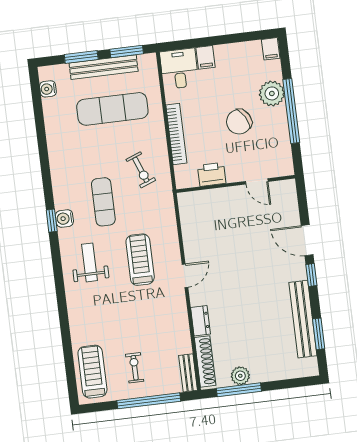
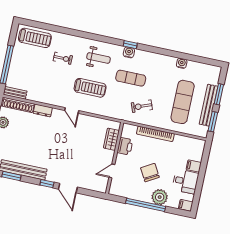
desk: (179, 69) -> (185, 181), moved
water cooler: (48, 89) -> (182, 63), moved
wardrobe: (208, 199) -> (111, 139), added
door: (307, 240) -> (68, 188), swing flipped
exercise bike: (135, 368) -> (63, 58), moved

